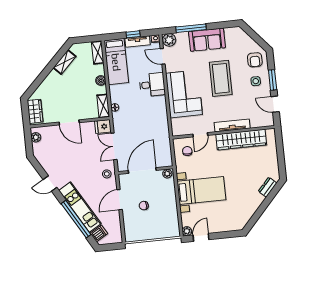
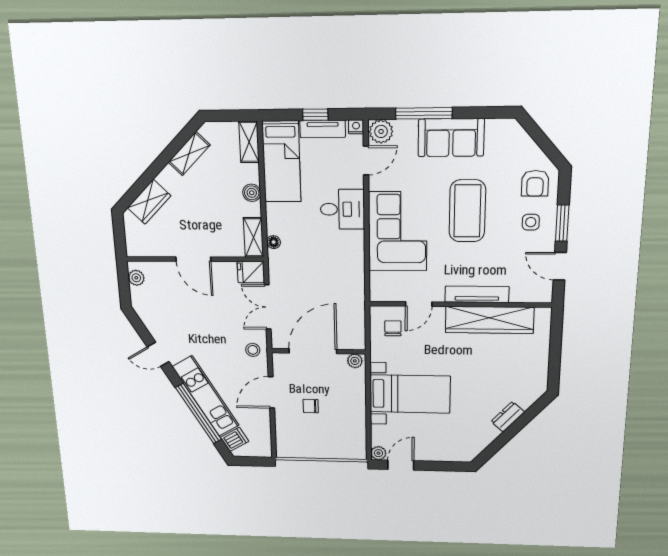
door: (163, 56) -> (366, 160), swing flipped
wardrobe: (35, 111) -> (149, 202), moved, turned 45
dresser: (268, 187) -> (508, 417), moved

